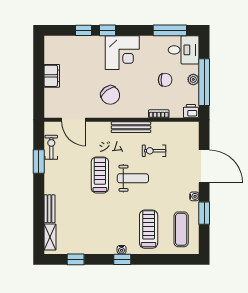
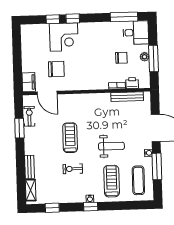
corner desk: (122, 53) -> (64, 37), moved
filing cabinet: (52, 76) -> (29, 82), moved
window: (204, 82) -> (154, 59), width x0.68
chair: (110, 95) -> (56, 69), moved, turned -53
printer: (191, 111) -> (132, 83), moved
bench: (131, 127) -> (127, 97), moved
exercise bike: (154, 151) -> (73, 169), moved
weight bench: (133, 178) -> (111, 146), moved
window: (204, 213) -> (157, 166), width x1.44

